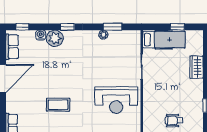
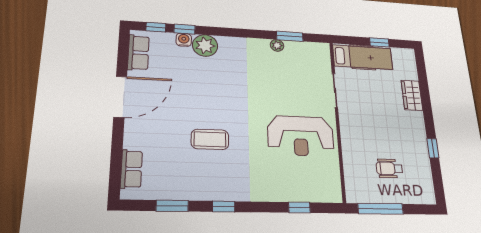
window: (67, 27) -> (185, 29), moved

